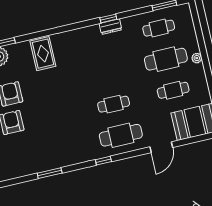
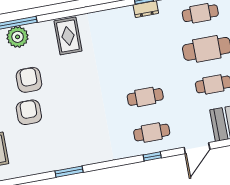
cafe table: (121, 135) -> (152, 133), width x0.73, depth x0.74
window: (103, 161) -> (152, 156), moved

